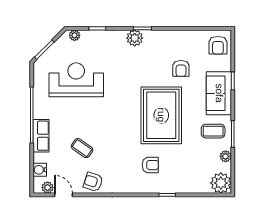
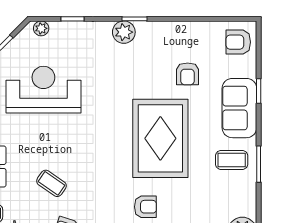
armchair: (218, 45) -> (238, 42), turned 90
plant: (226, 156) -> (249, 195), removed

